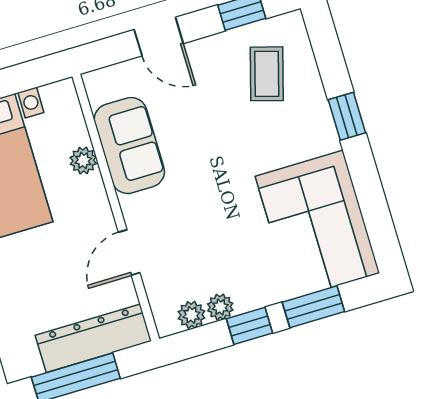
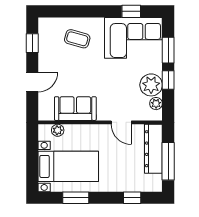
coffee table: (267, 74) -> (77, 39), moved
window: (347, 116) -> (131, 11), moved
plant: (83, 161) -> (58, 130), moved
plant: (220, 307) -> (151, 85), width x1.87, depth x1.87

